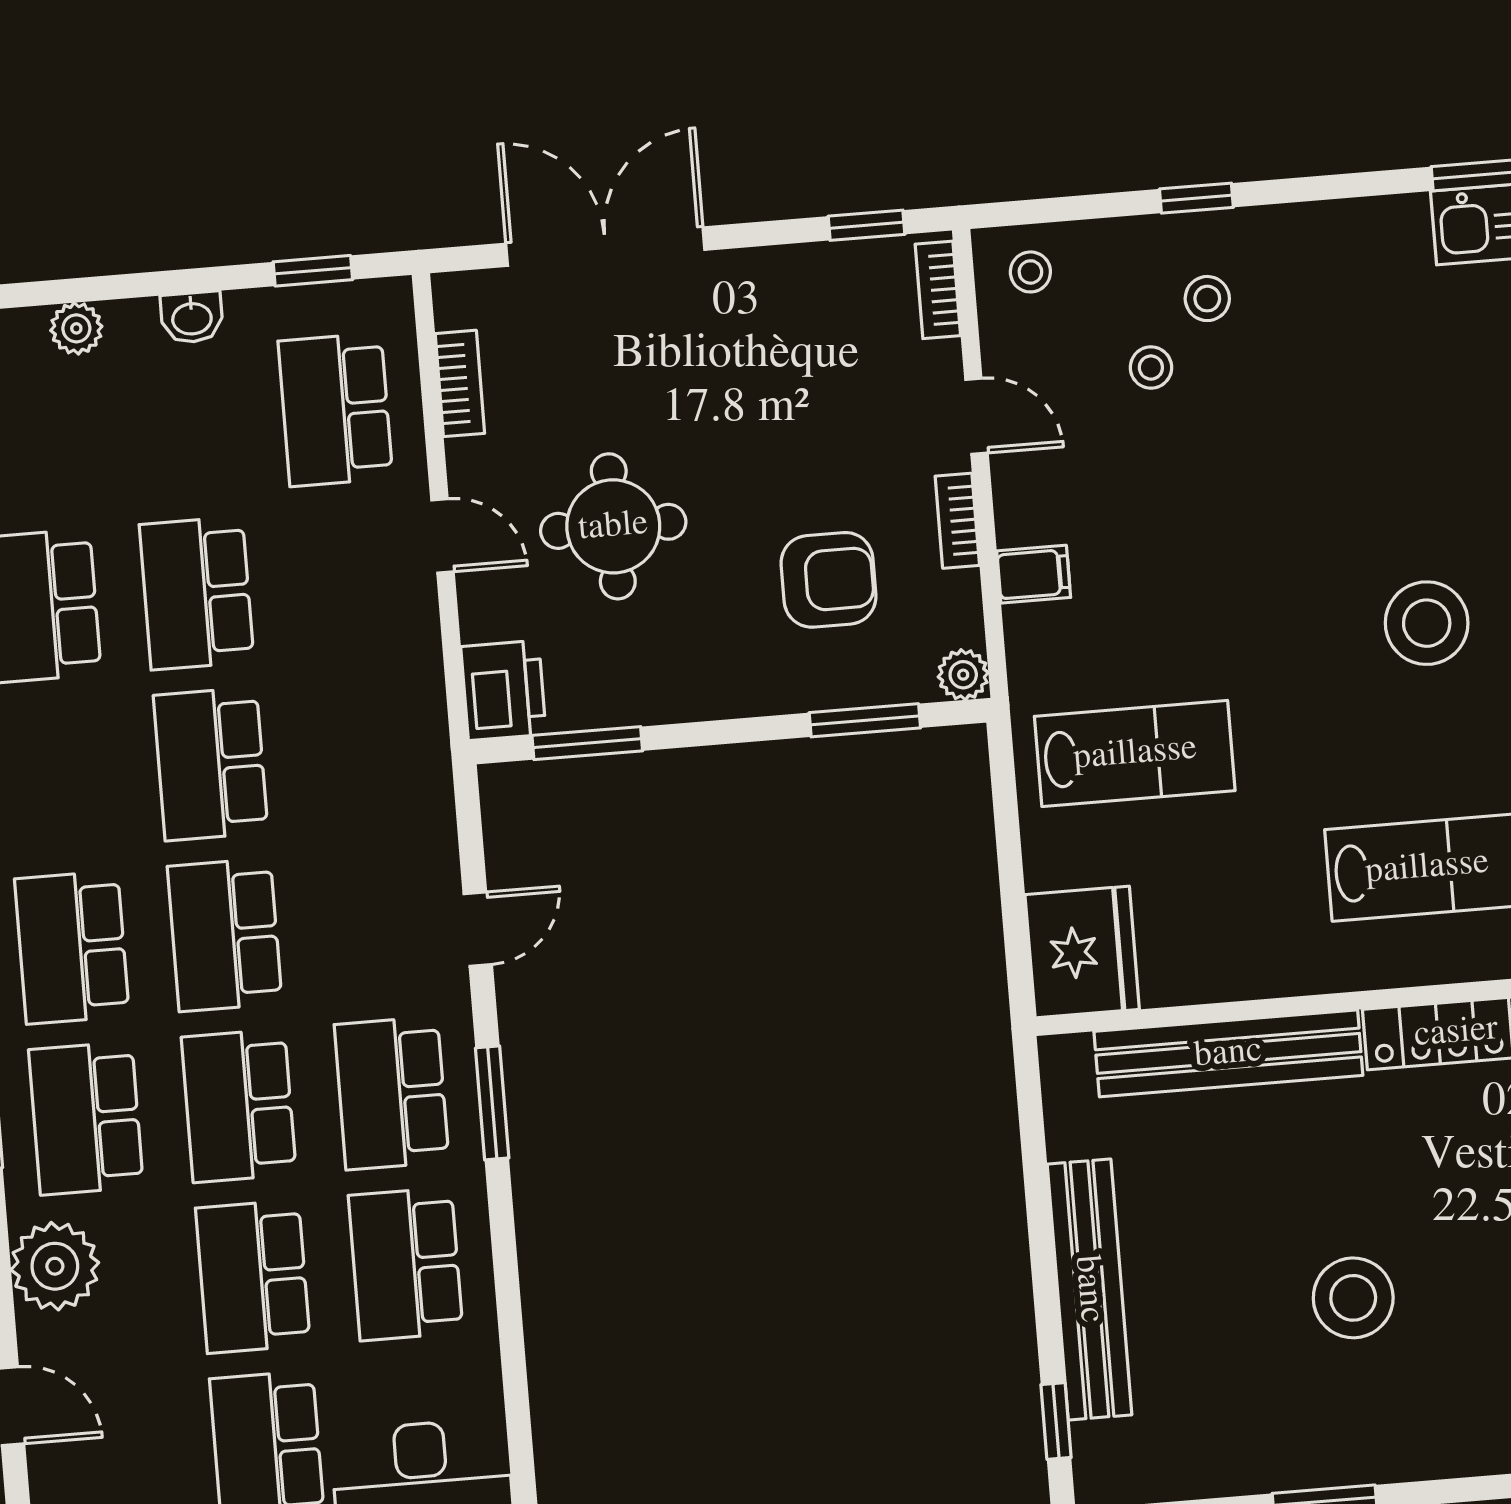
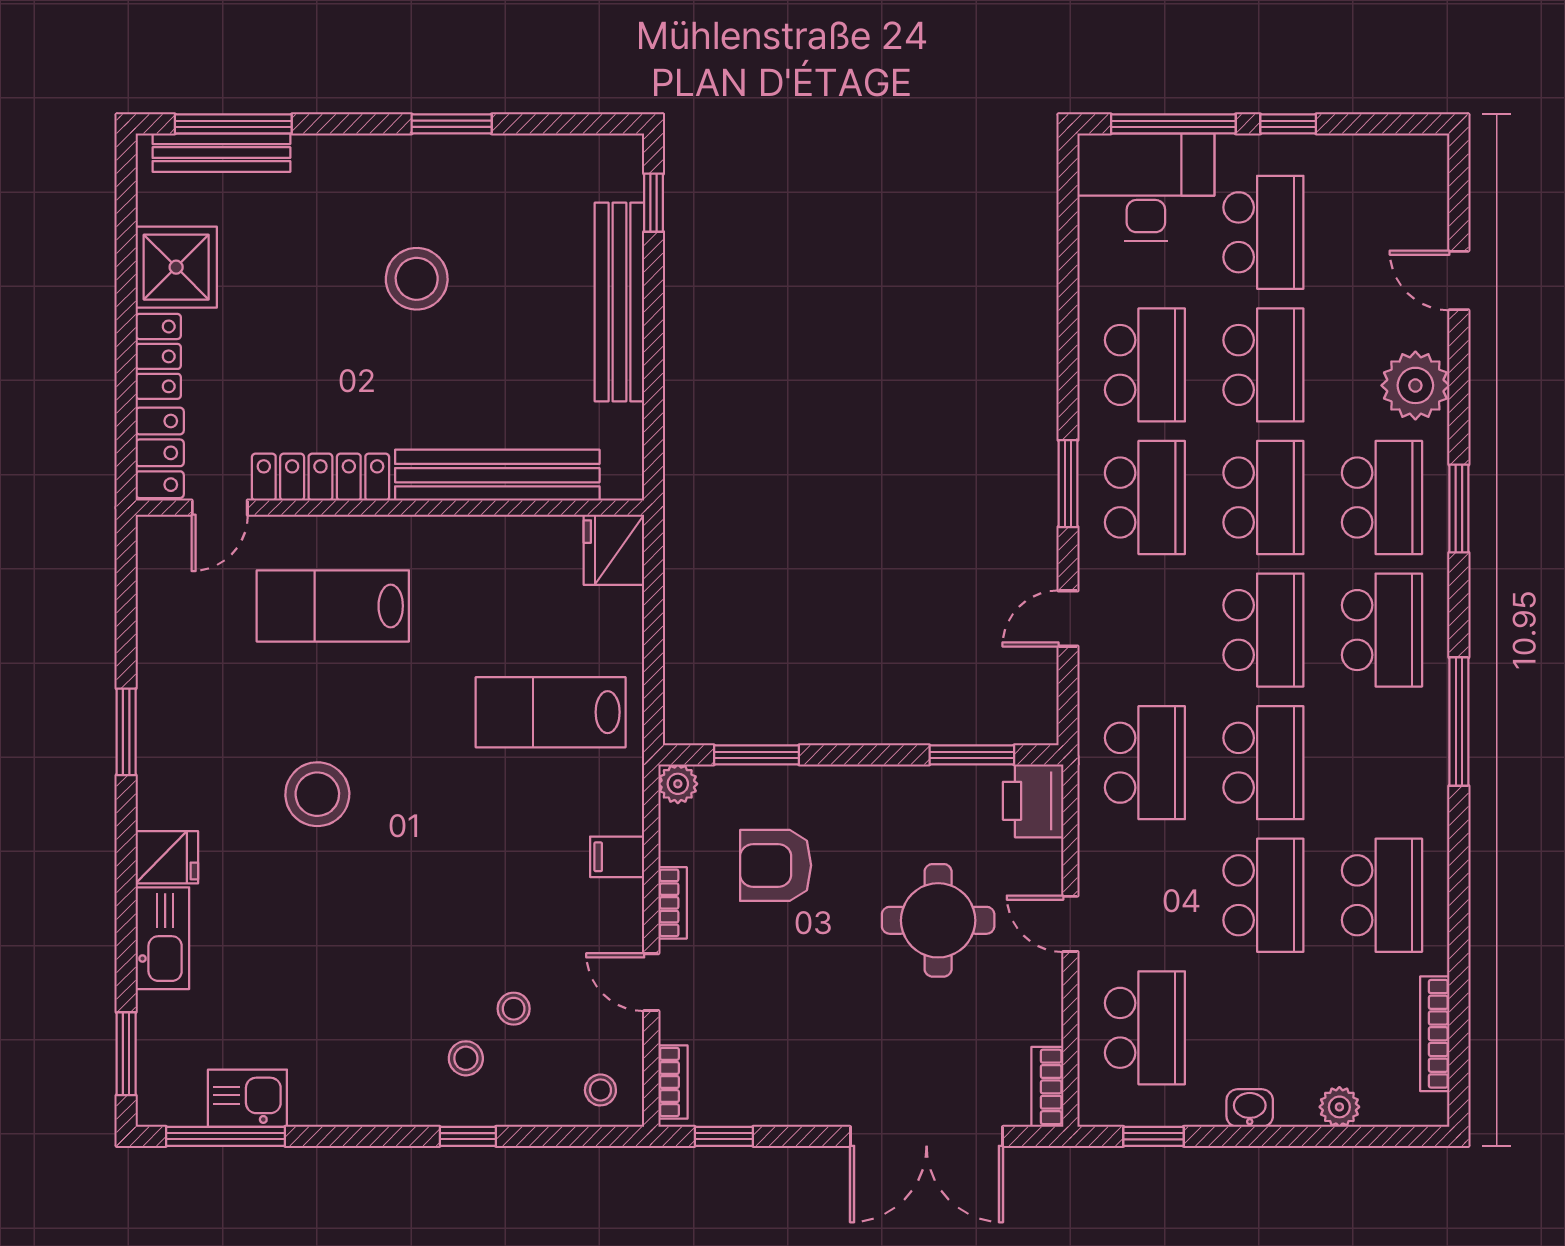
bookcase: (460, 383) -> (1047, 1087), moved
school desk: (363, 751) -> (1145, 763), added
fridge: (1082, 952) -> (614, 550), width x0.73, depth x0.75

